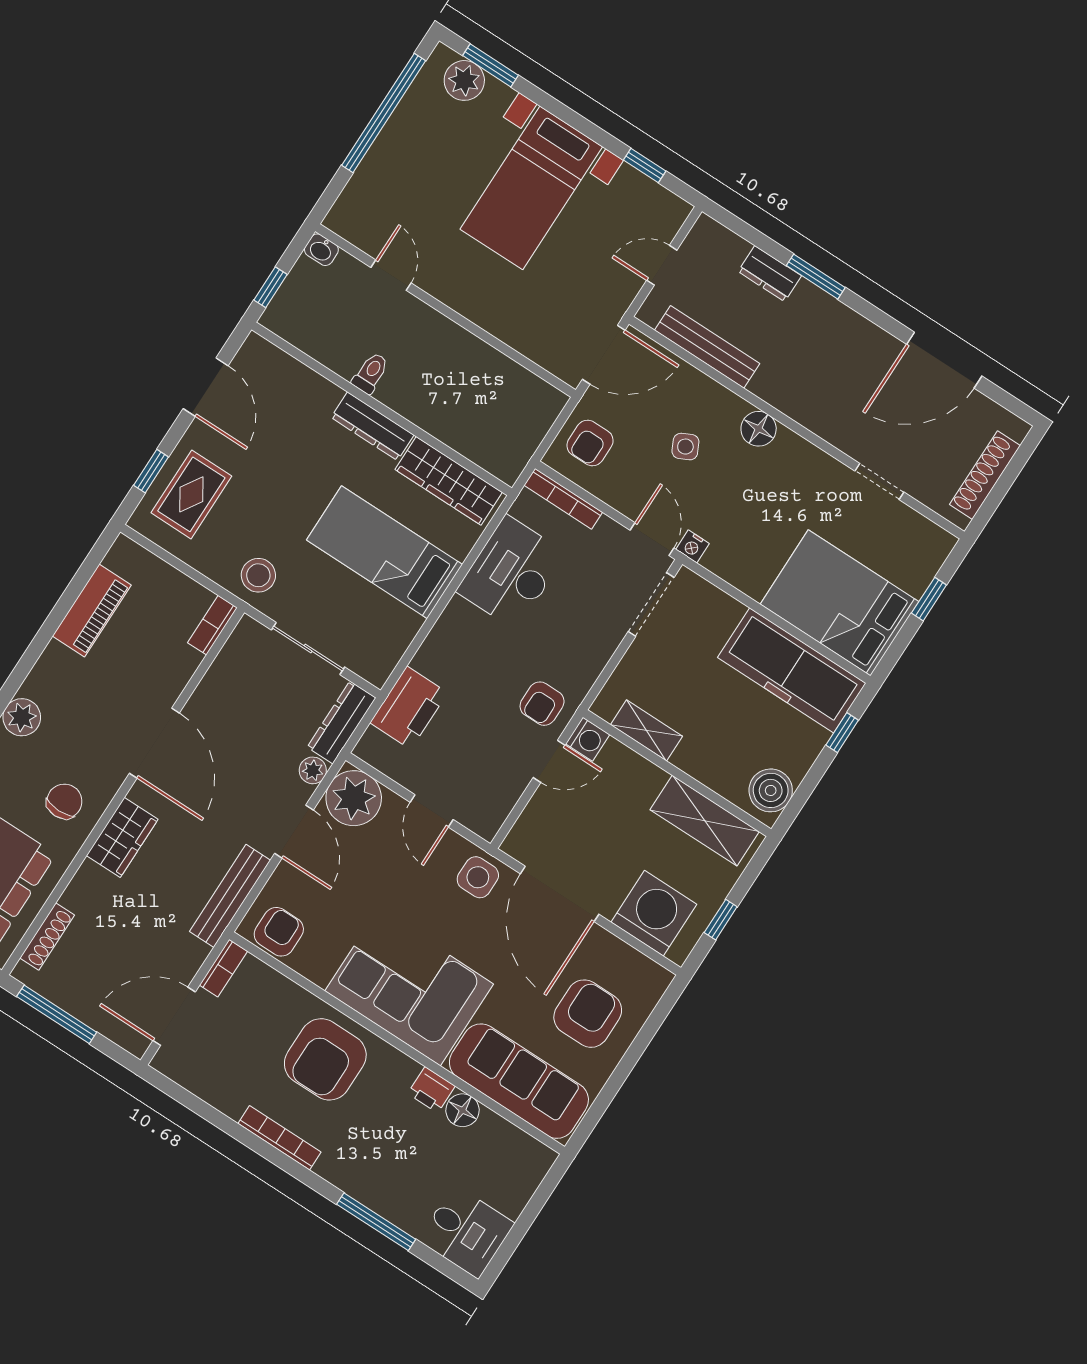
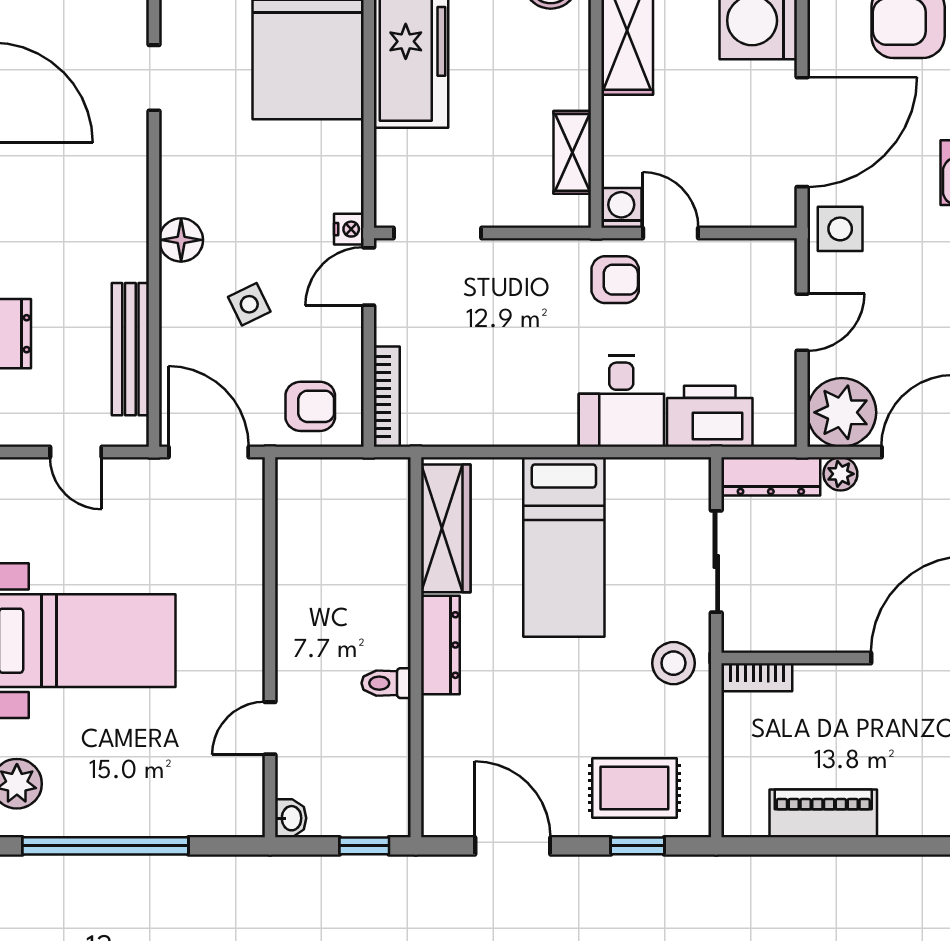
door: (206, 387) -> (513, 846), hinge flipped
desk: (511, 572) -> (621, 401), moved, width x0.73

